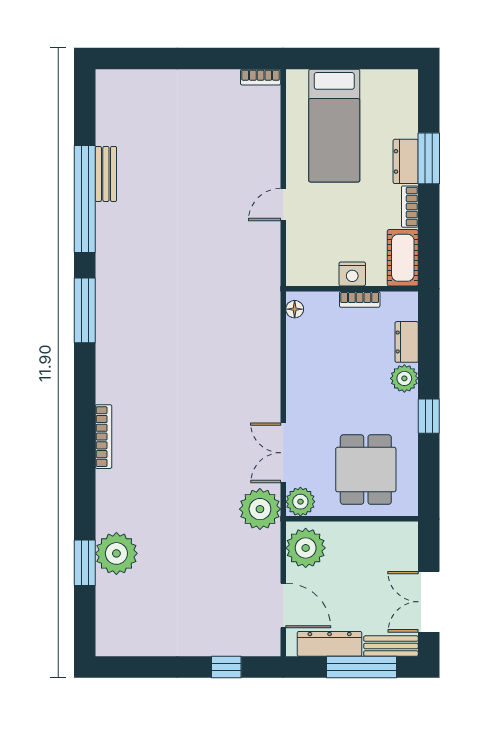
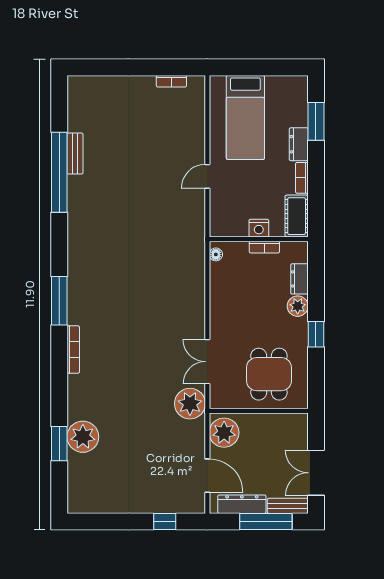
bookcase: (261, 77) -> (171, 81), moved
window: (429, 158) -> (316, 121), moved
window: (85, 310) -> (59, 301), moved
plant: (300, 502) -> (220, 398), removed

